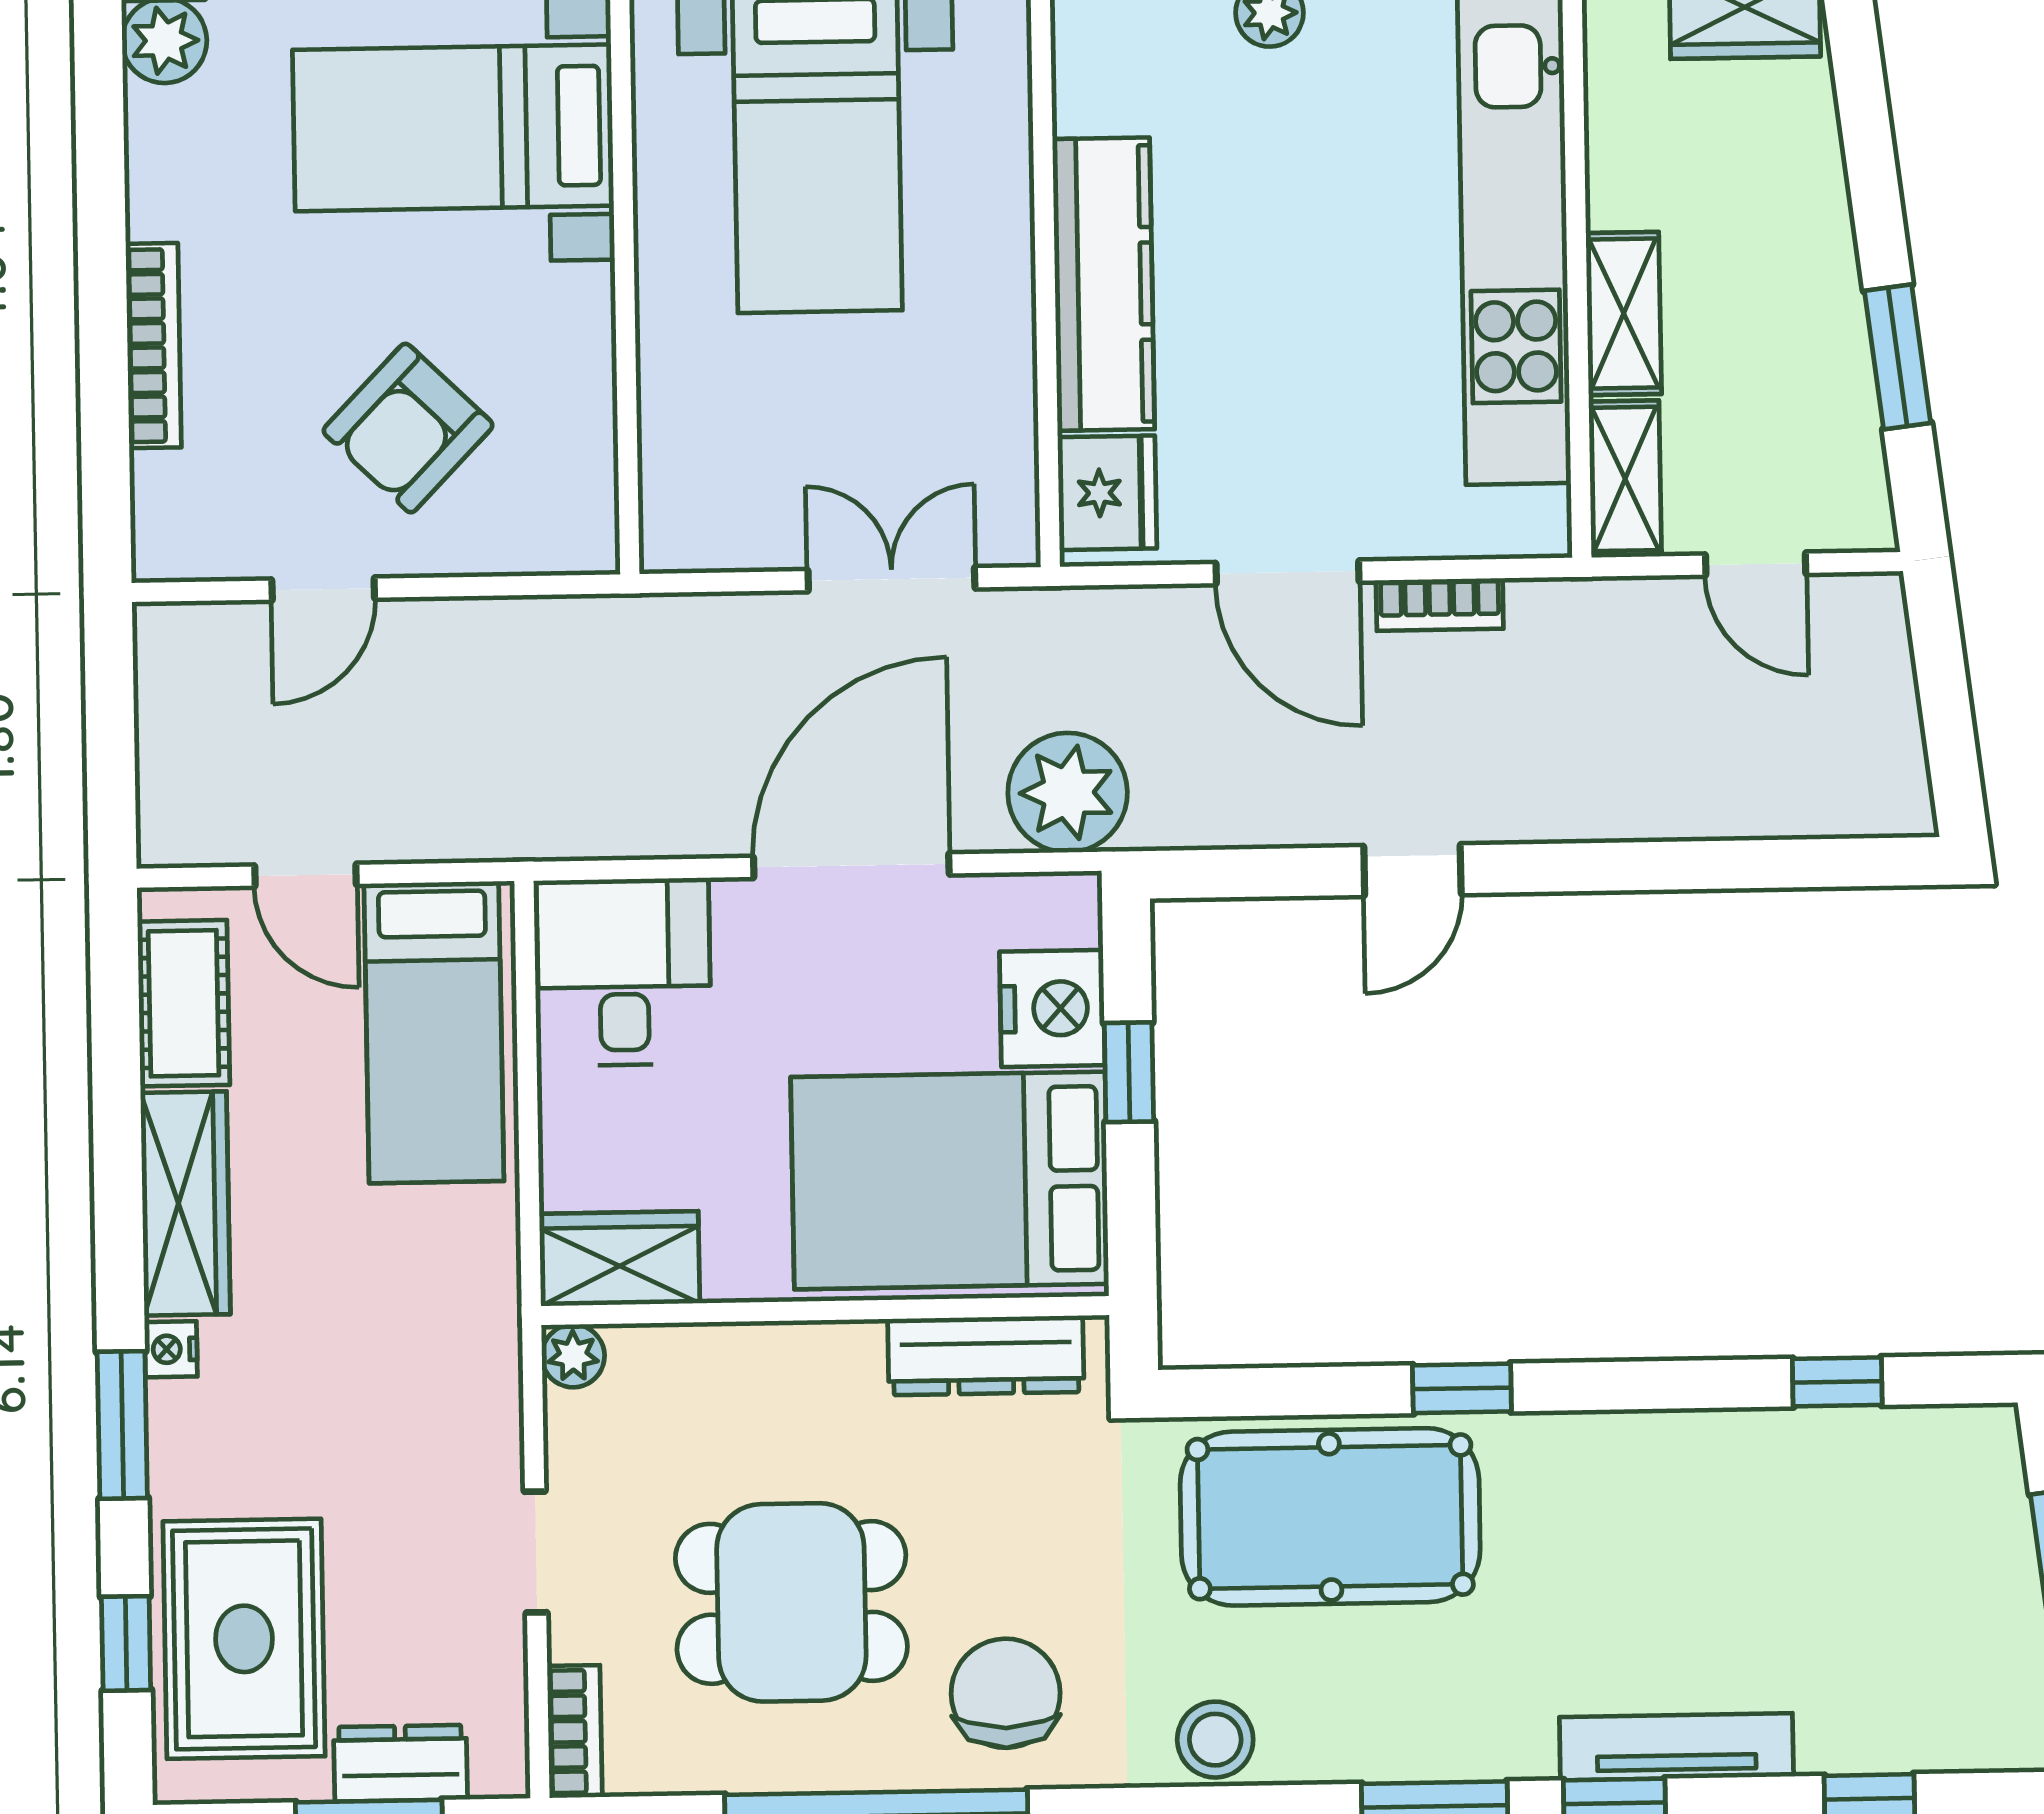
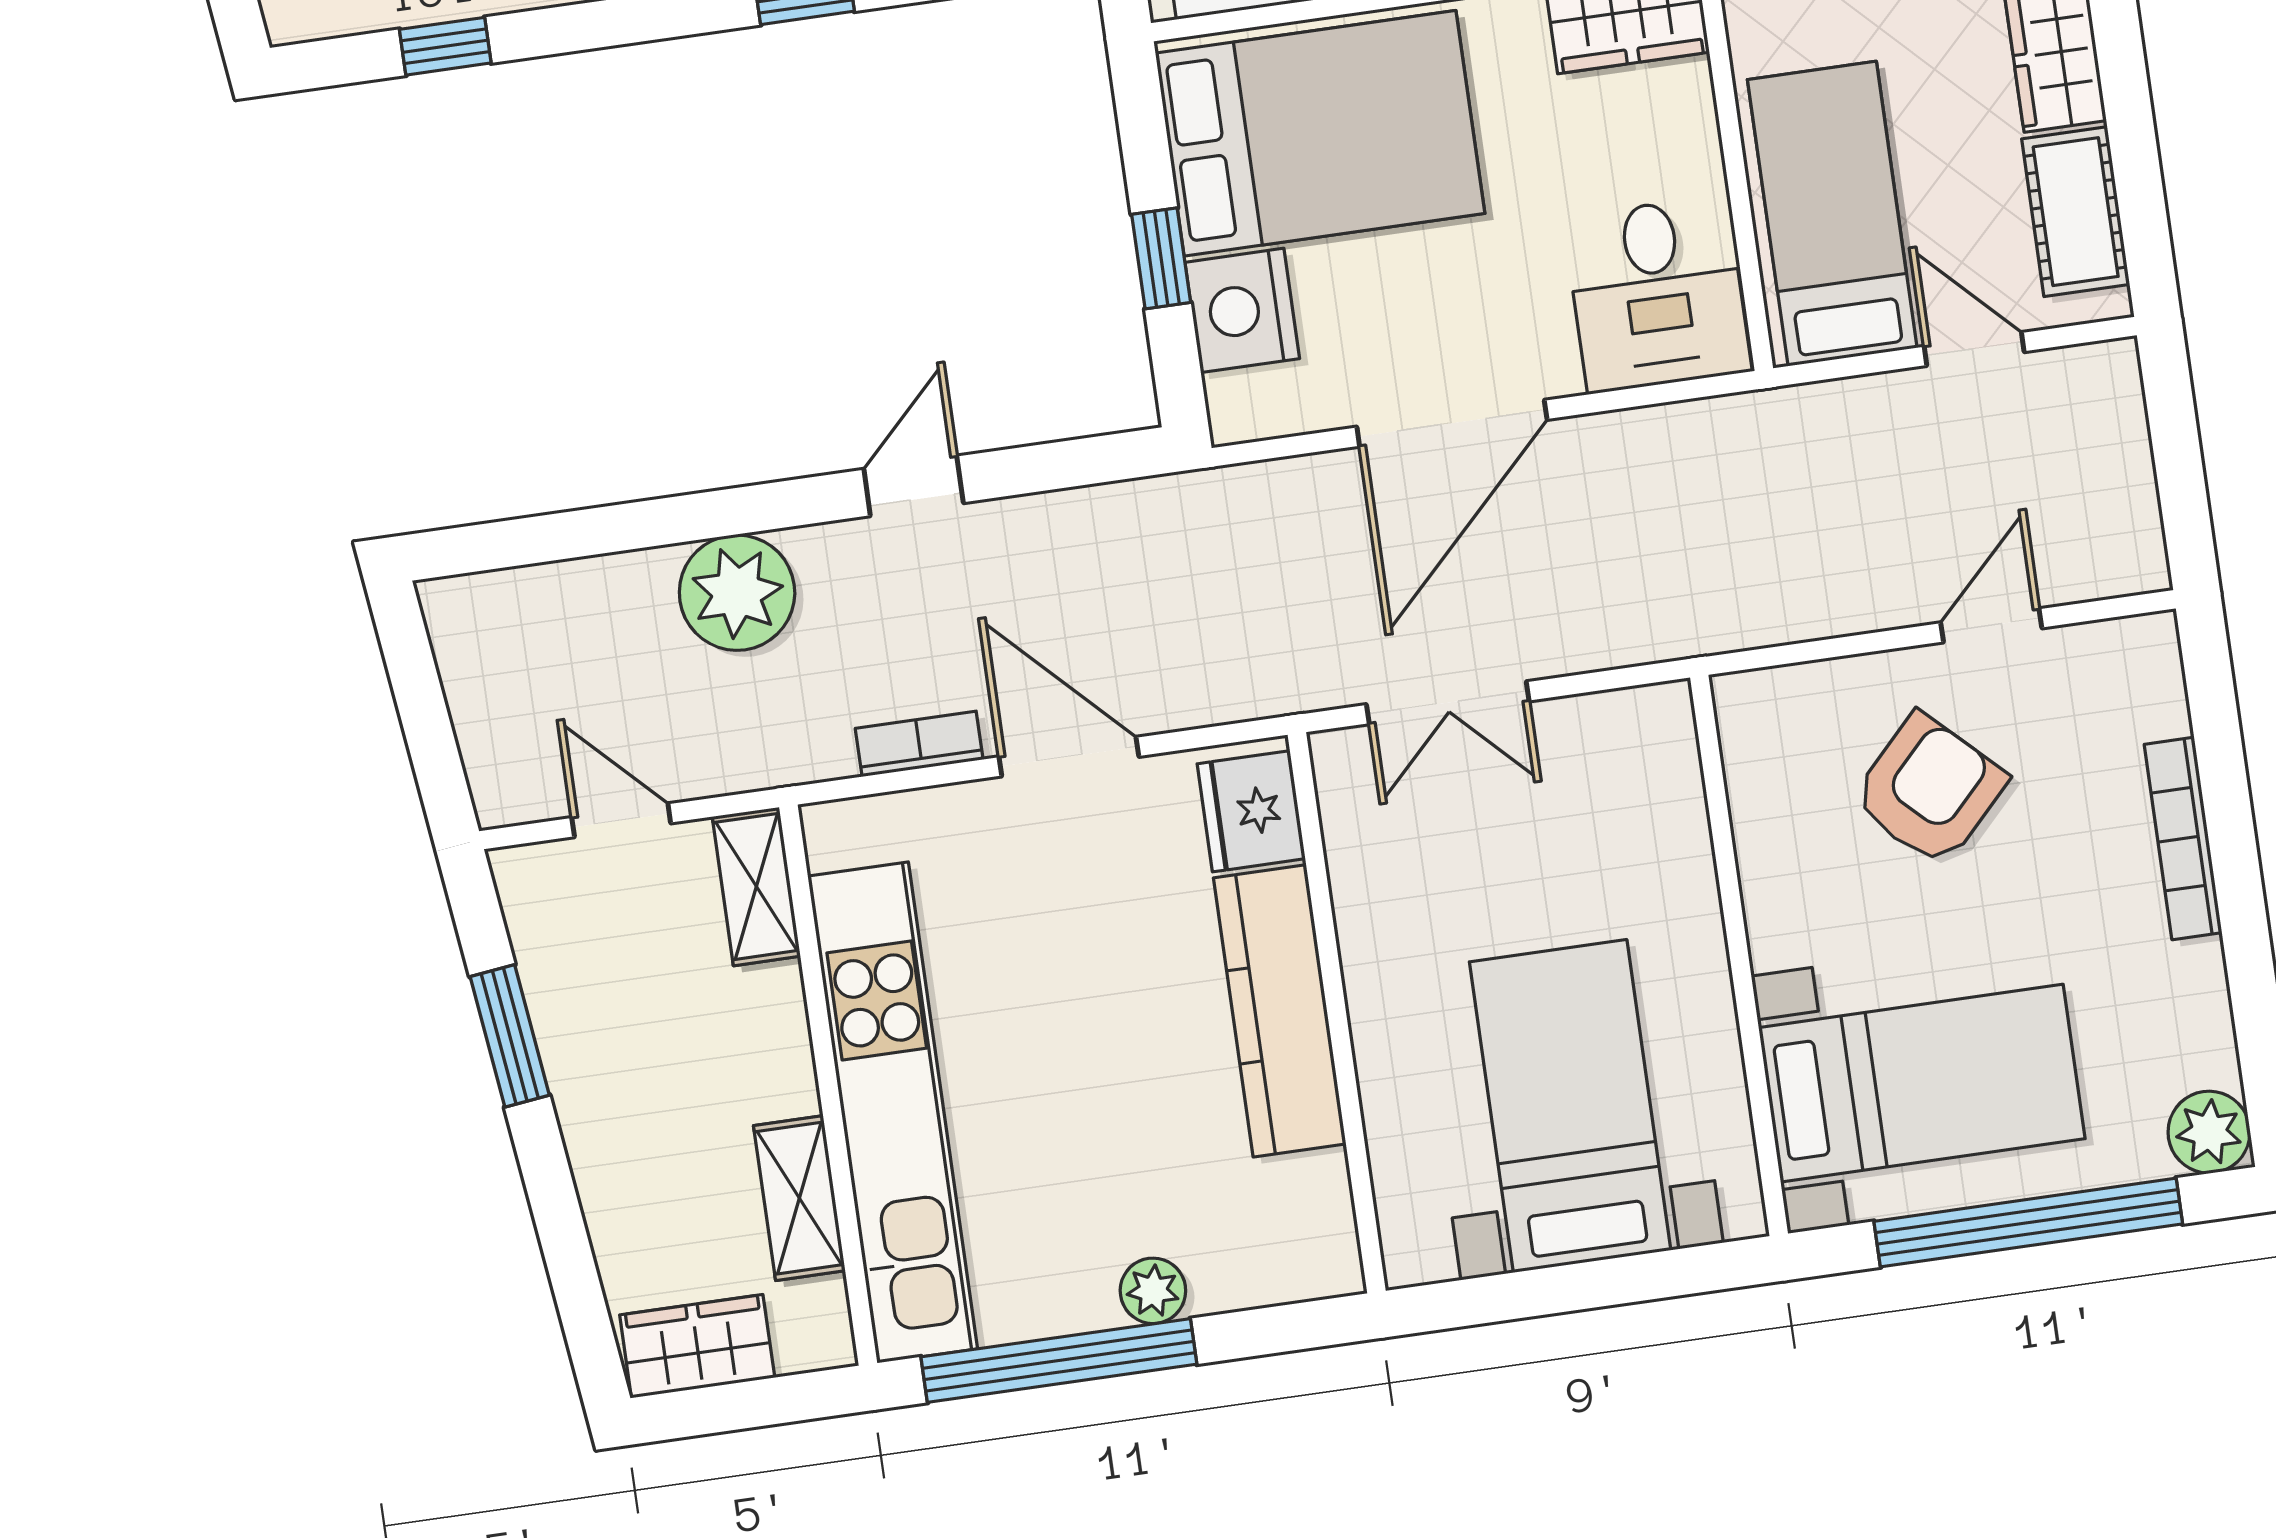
shelving: (1624, 314) -> (799, 1198), moved
plant: (1068, 793) -> (737, 593), moved

